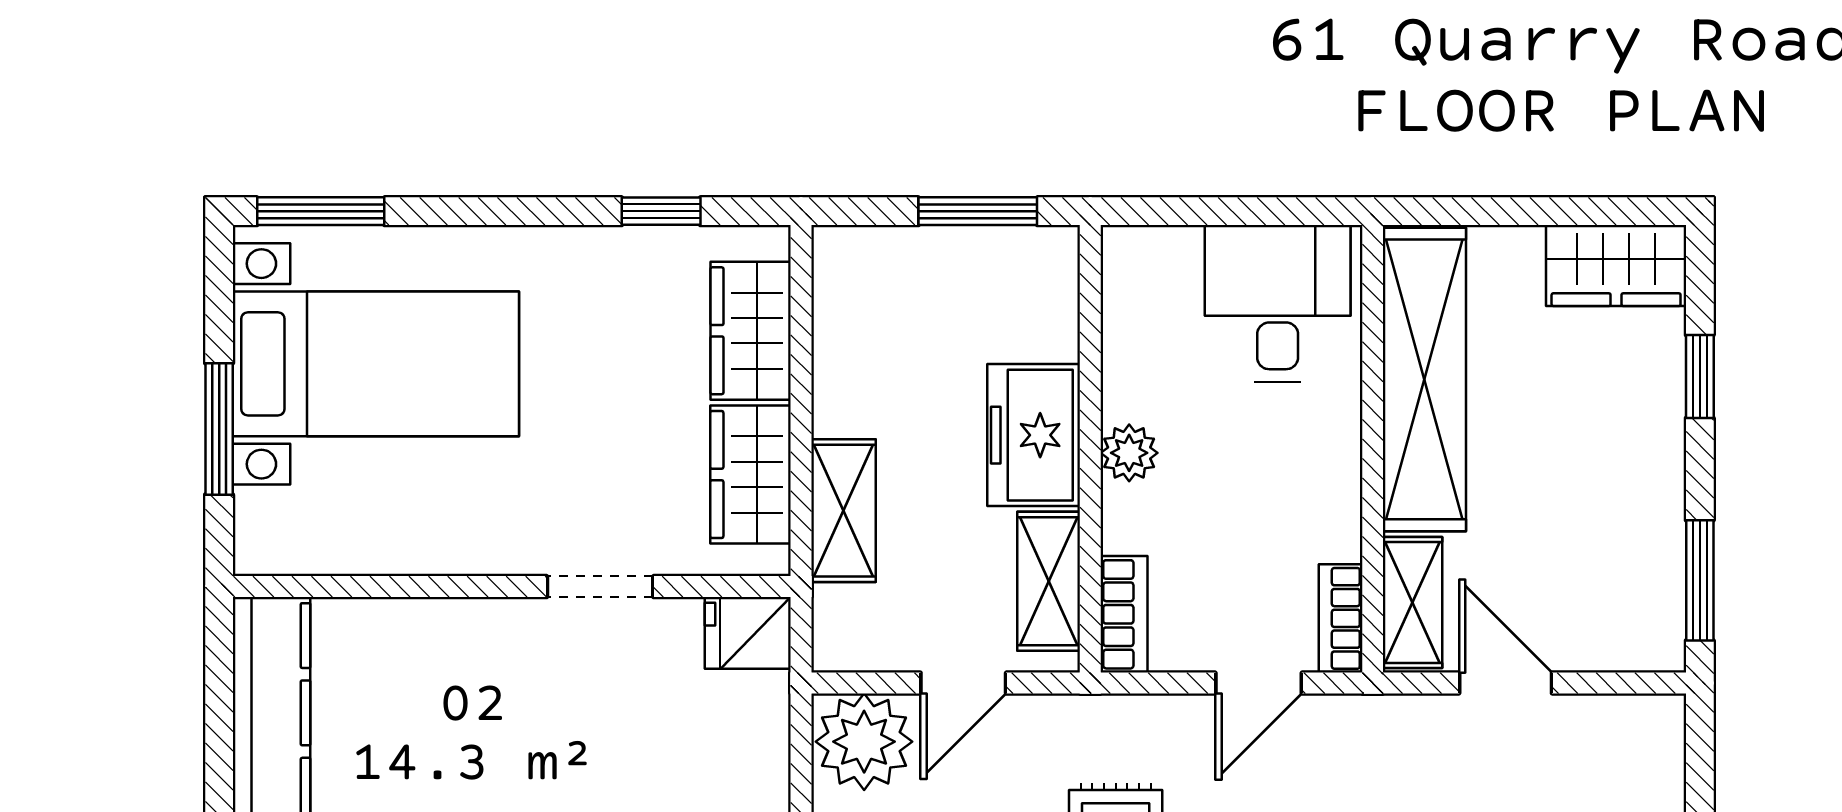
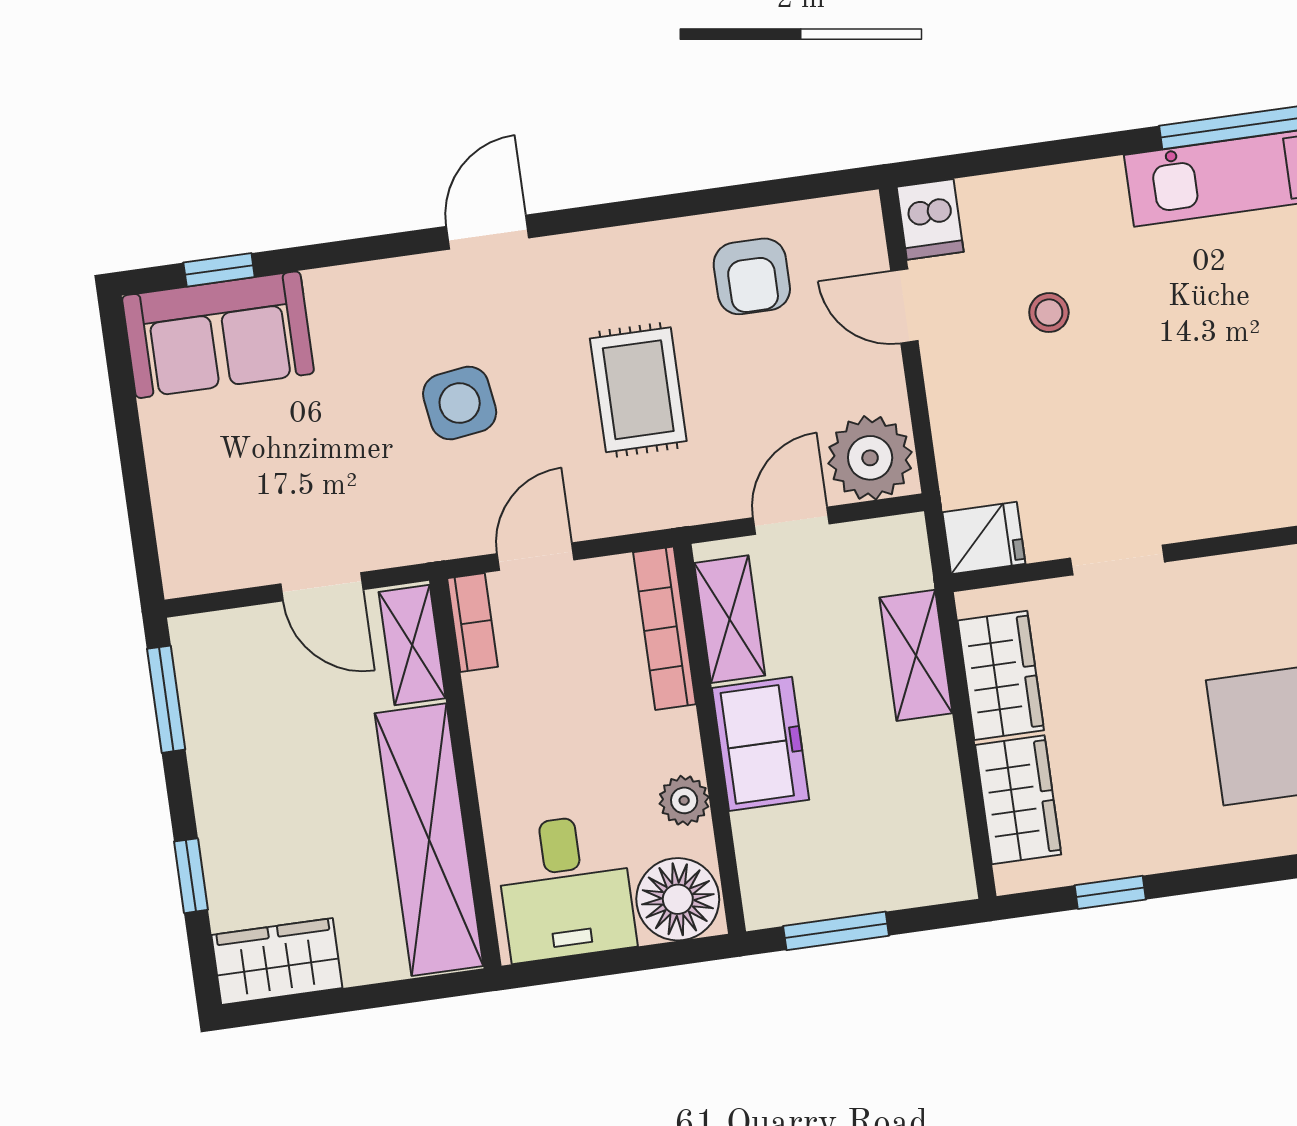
floor lamp: (1152, 272) -> (678, 899), added
plant: (1129, 453) -> (684, 800), moved
bookcase: (1124, 614) -> (665, 628), width x1.56

